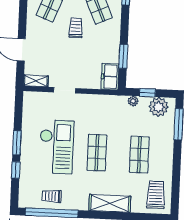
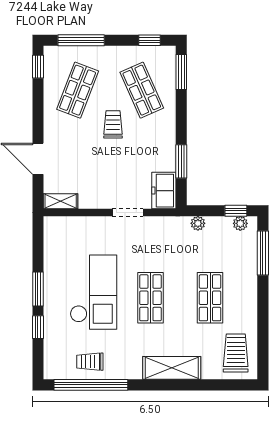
doorway: (64, 90) -> (128, 213), moved
window: (147, 93) -> (236, 211), moved
plant: (159, 107) -> (240, 223), width x0.53, depth x0.53

